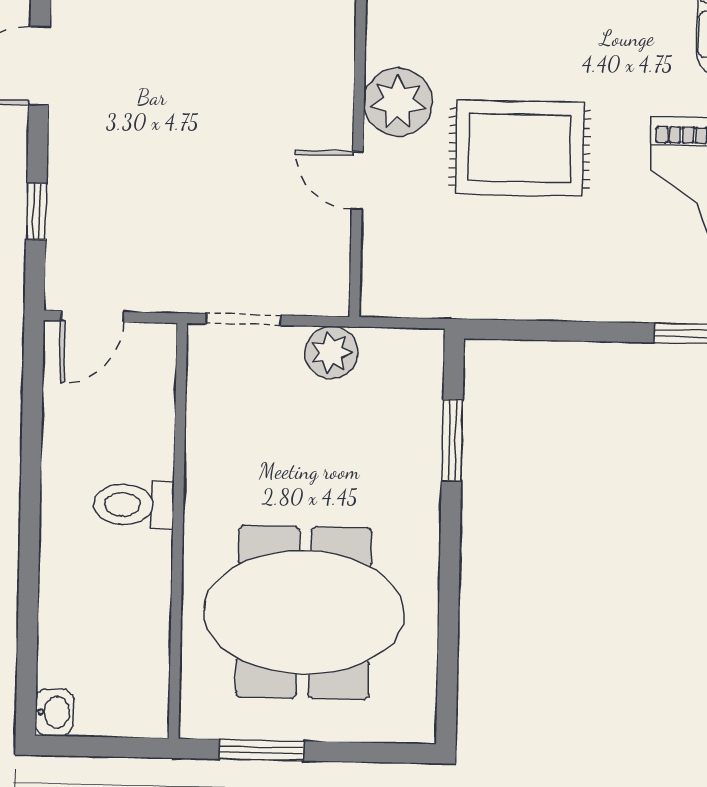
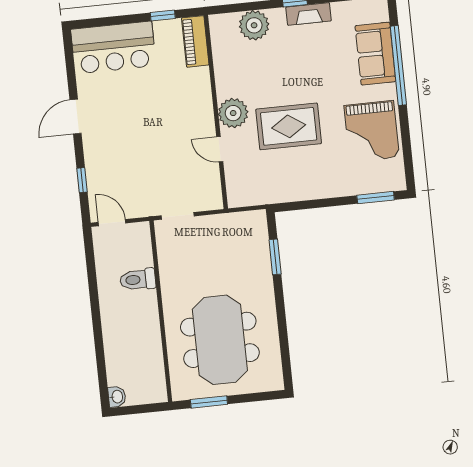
door: (93, 316) -> (112, 223), swing flipped
plant: (331, 353) -> (218, 225), removed
toilet: (134, 505) -> (138, 279), moved
meeting table: (304, 612) -> (220, 340), turned 90

